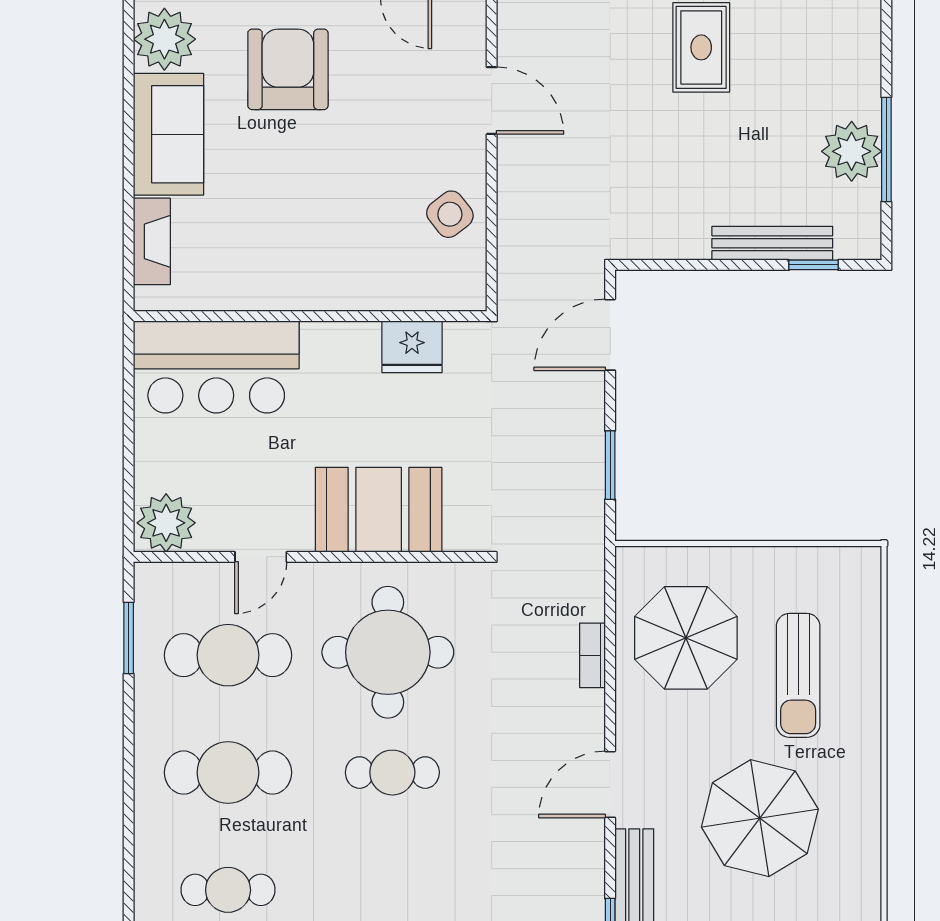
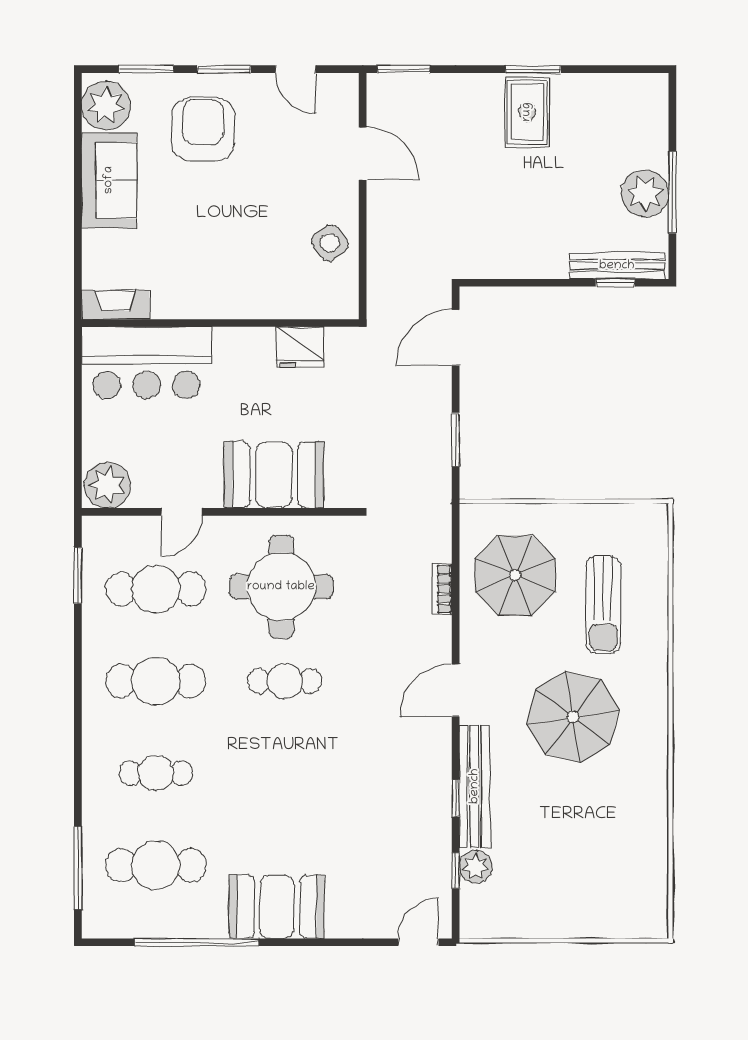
fireplace: (152, 241) -> (115, 305), moved, turned -90
bench: (772, 243) -> (617, 266), moved

